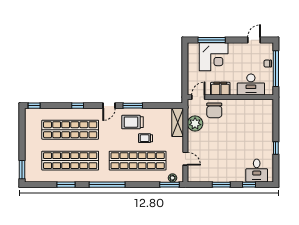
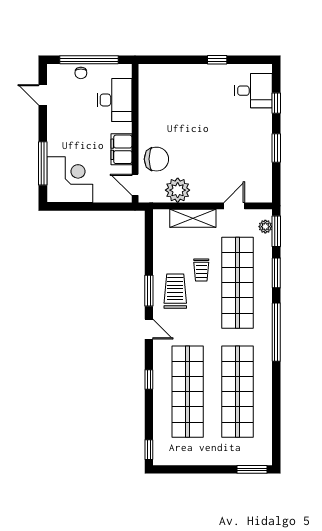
corner desk: (214, 57) -> (70, 180), moved
trolley: (132, 122) -> (175, 291), turned 180
shelving: (178, 122) -> (193, 218), moved
window: (66, 185) -> (276, 273), moved

